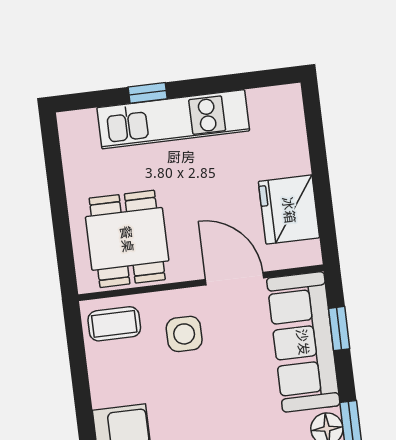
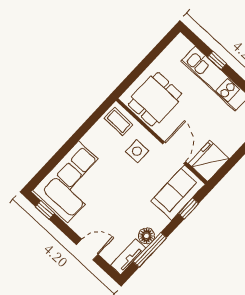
fridge: (289, 210) -> (209, 161), moved
sofa: (303, 342) -> (178, 193), width x0.73

